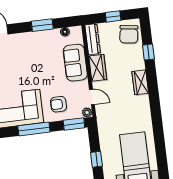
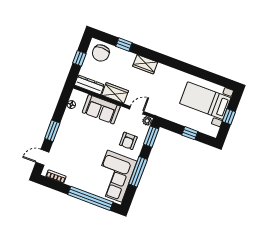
window: (42, 25) -> (52, 131), moved
chair: (129, 34) -> (101, 53), turned 82

